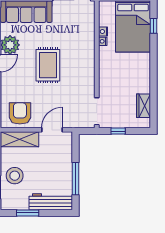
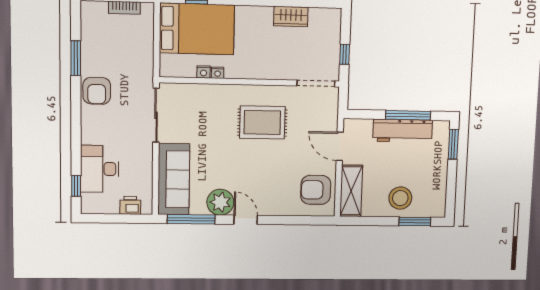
rug: (48, 65) -> (262, 122), moved
wardrobe: (143, 106) -> (291, 17), moved
workbench: (51, 202) -> (403, 131), moved, turned -90
window: (28, 213) -> (453, 144), moved

